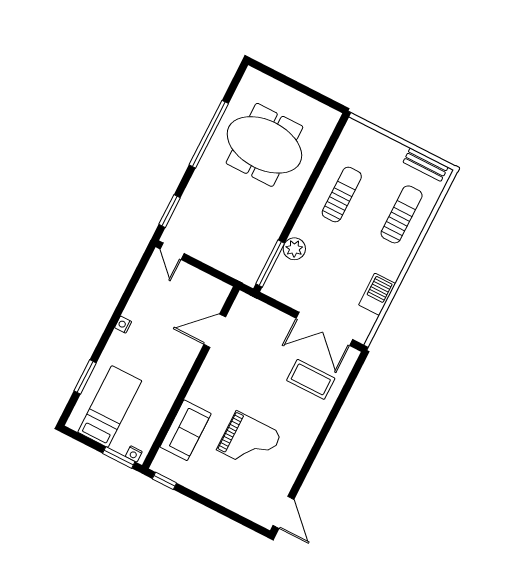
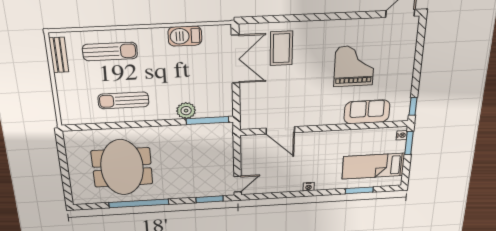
sun lounger: (402, 214) -> (110, 52), turned 180

